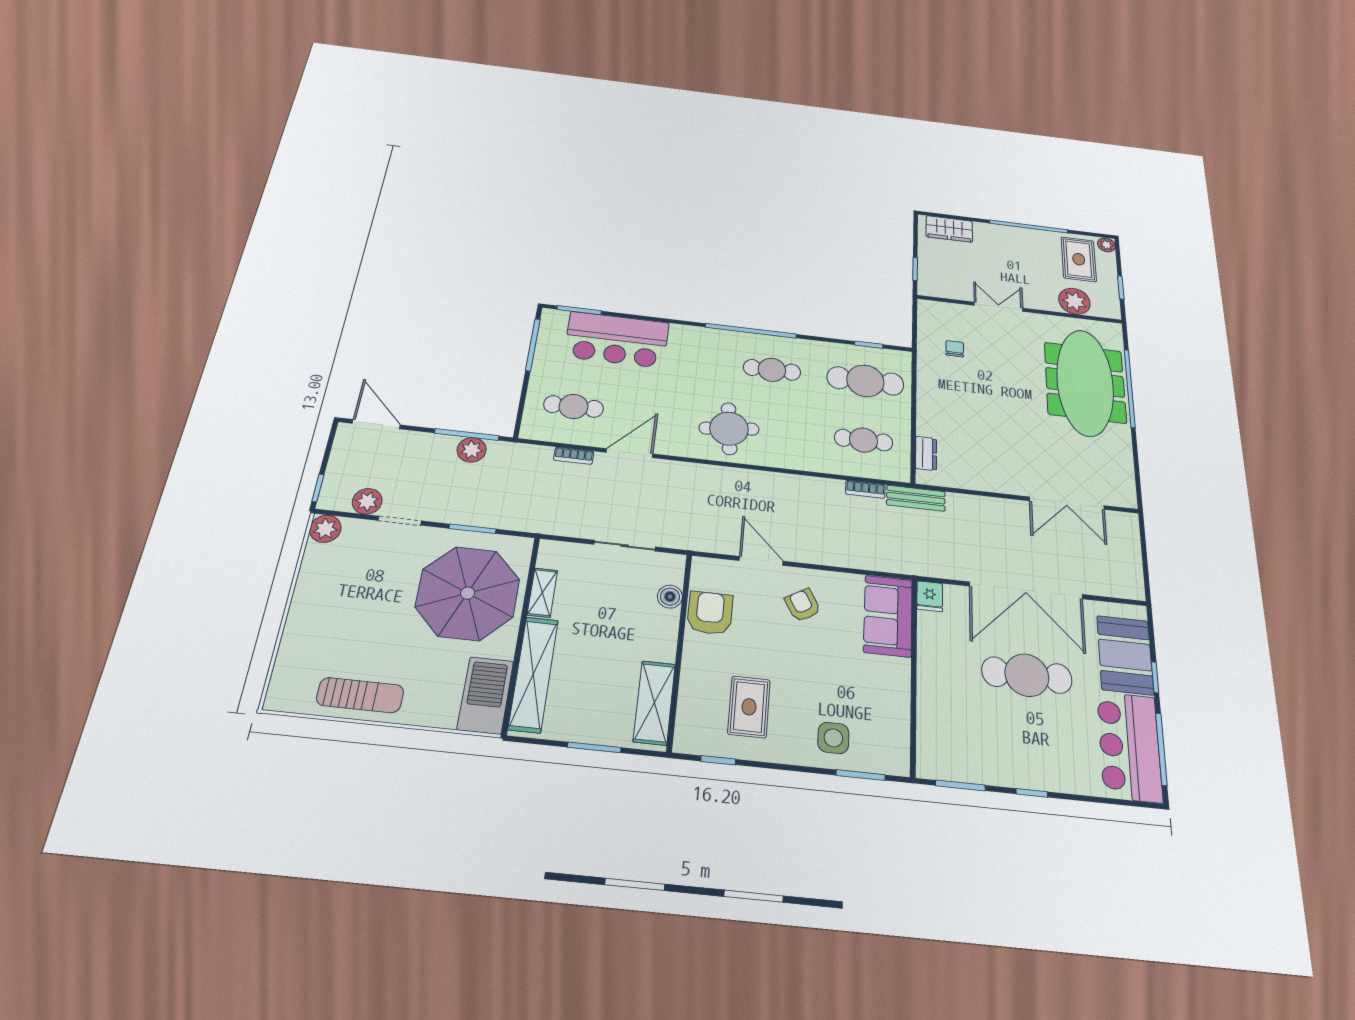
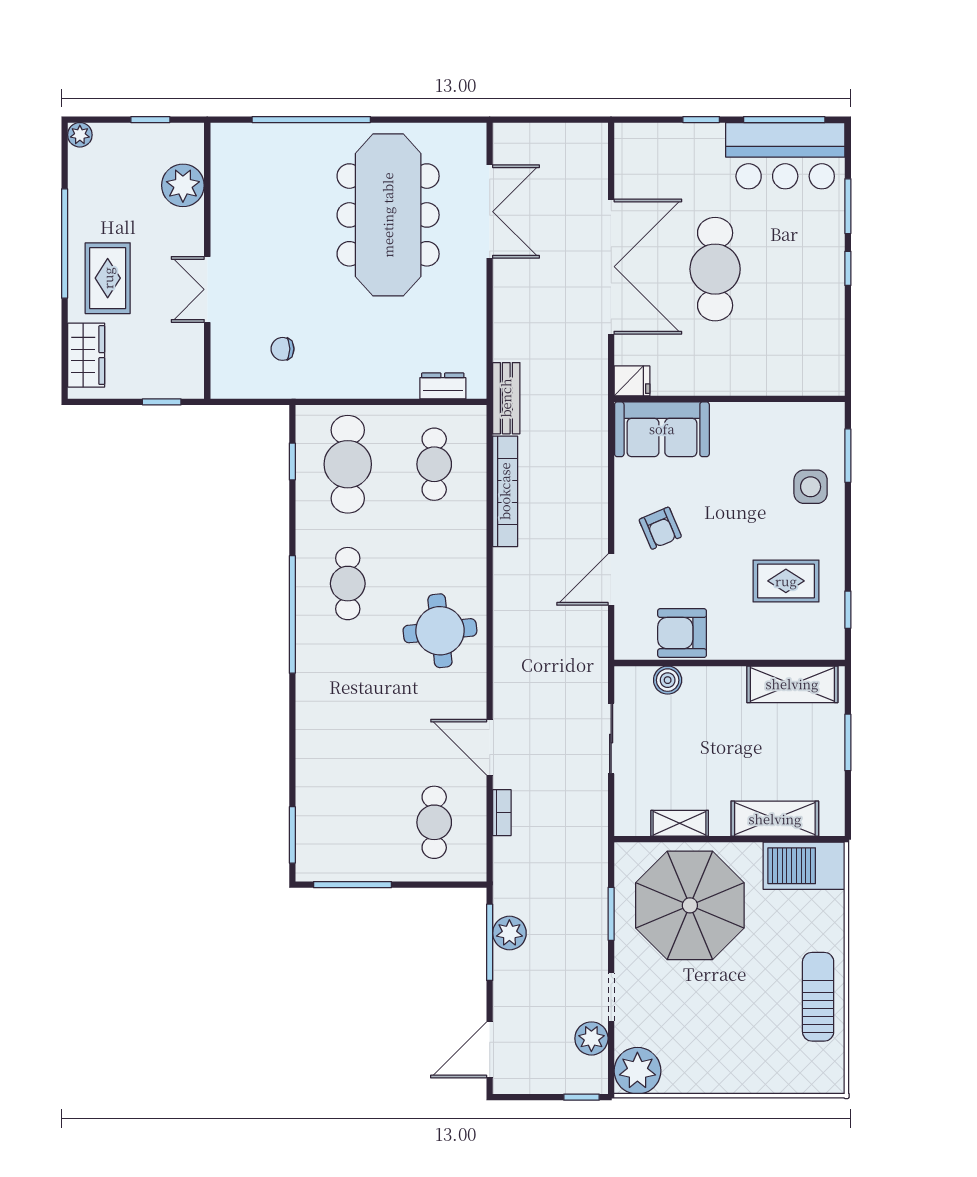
rug: (1079, 259) -> (108, 278), moved, turned 90
bar counter: (617, 340) -> (330, 782), removed
meeting table: (1085, 382) -> (388, 215), moved, turned 90
bookcase: (865, 489) -> (505, 491), width x2.31, depth x1.31
plant: (325, 529) -> (637, 1071), width x1.36, depth x1.36
armchair: (803, 605) -> (660, 528), turned -83
booth: (1125, 655) -> (678, 153), removed
shelving: (533, 674) -> (775, 819), width x0.68
window: (960, 785) -> (848, 206), moved

